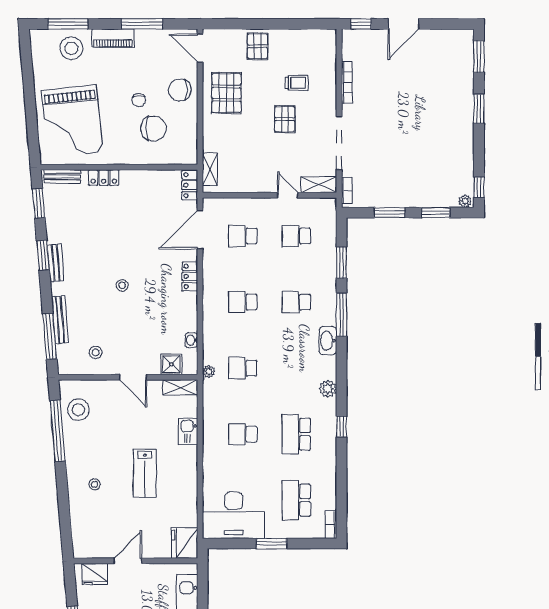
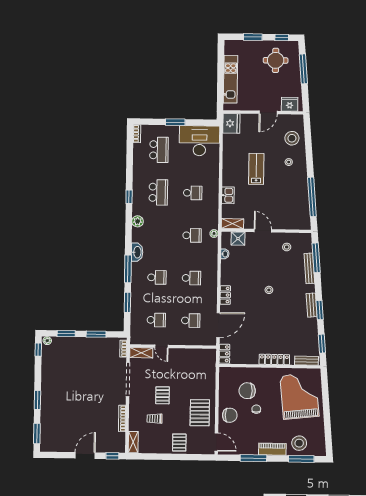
shelving: (210, 169) -> (133, 442), moved
locker: (104, 178) -> (274, 359), width x1.53
stool: (78, 410) -> (292, 138), moved

